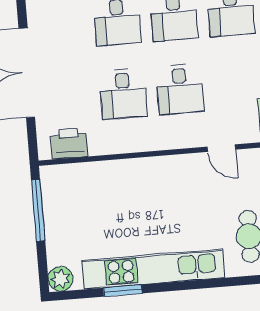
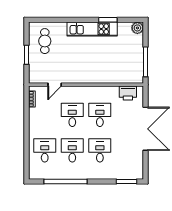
door: (221, 148) -> (55, 85), swing flipped
kitchen unit: (153, 269) -> (92, 29), width x0.73

